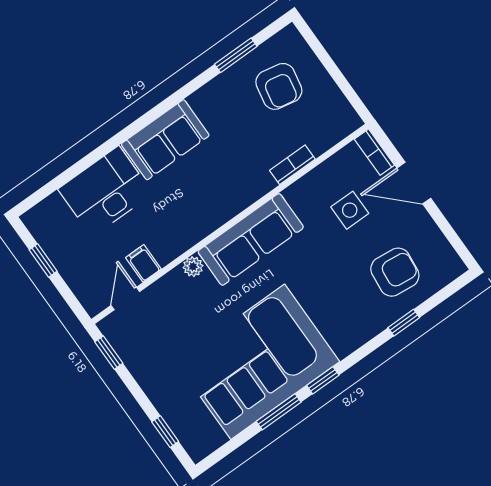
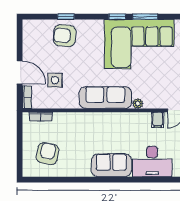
window: (236, 55) -> (56, 180), removed
bookcase: (292, 165) -> (41, 117), moved
armchair: (395, 272) -> (65, 36), moved

